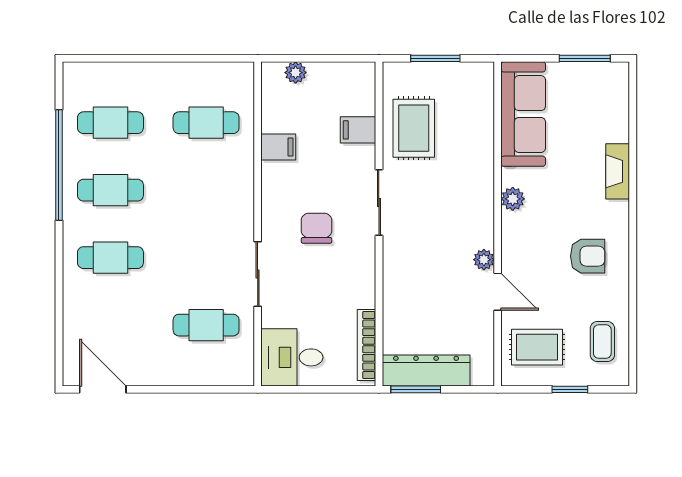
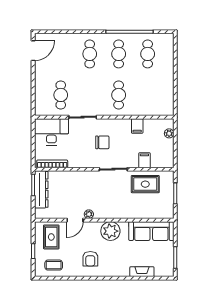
cafe table: (206, 123) -> (119, 95), moved
fireplace: (618, 171) -> (142, 272), moved
plant: (513, 199) -> (110, 231), width x1.87, depth x1.87
desk: (292, 357) -> (51, 132), width x1.37

